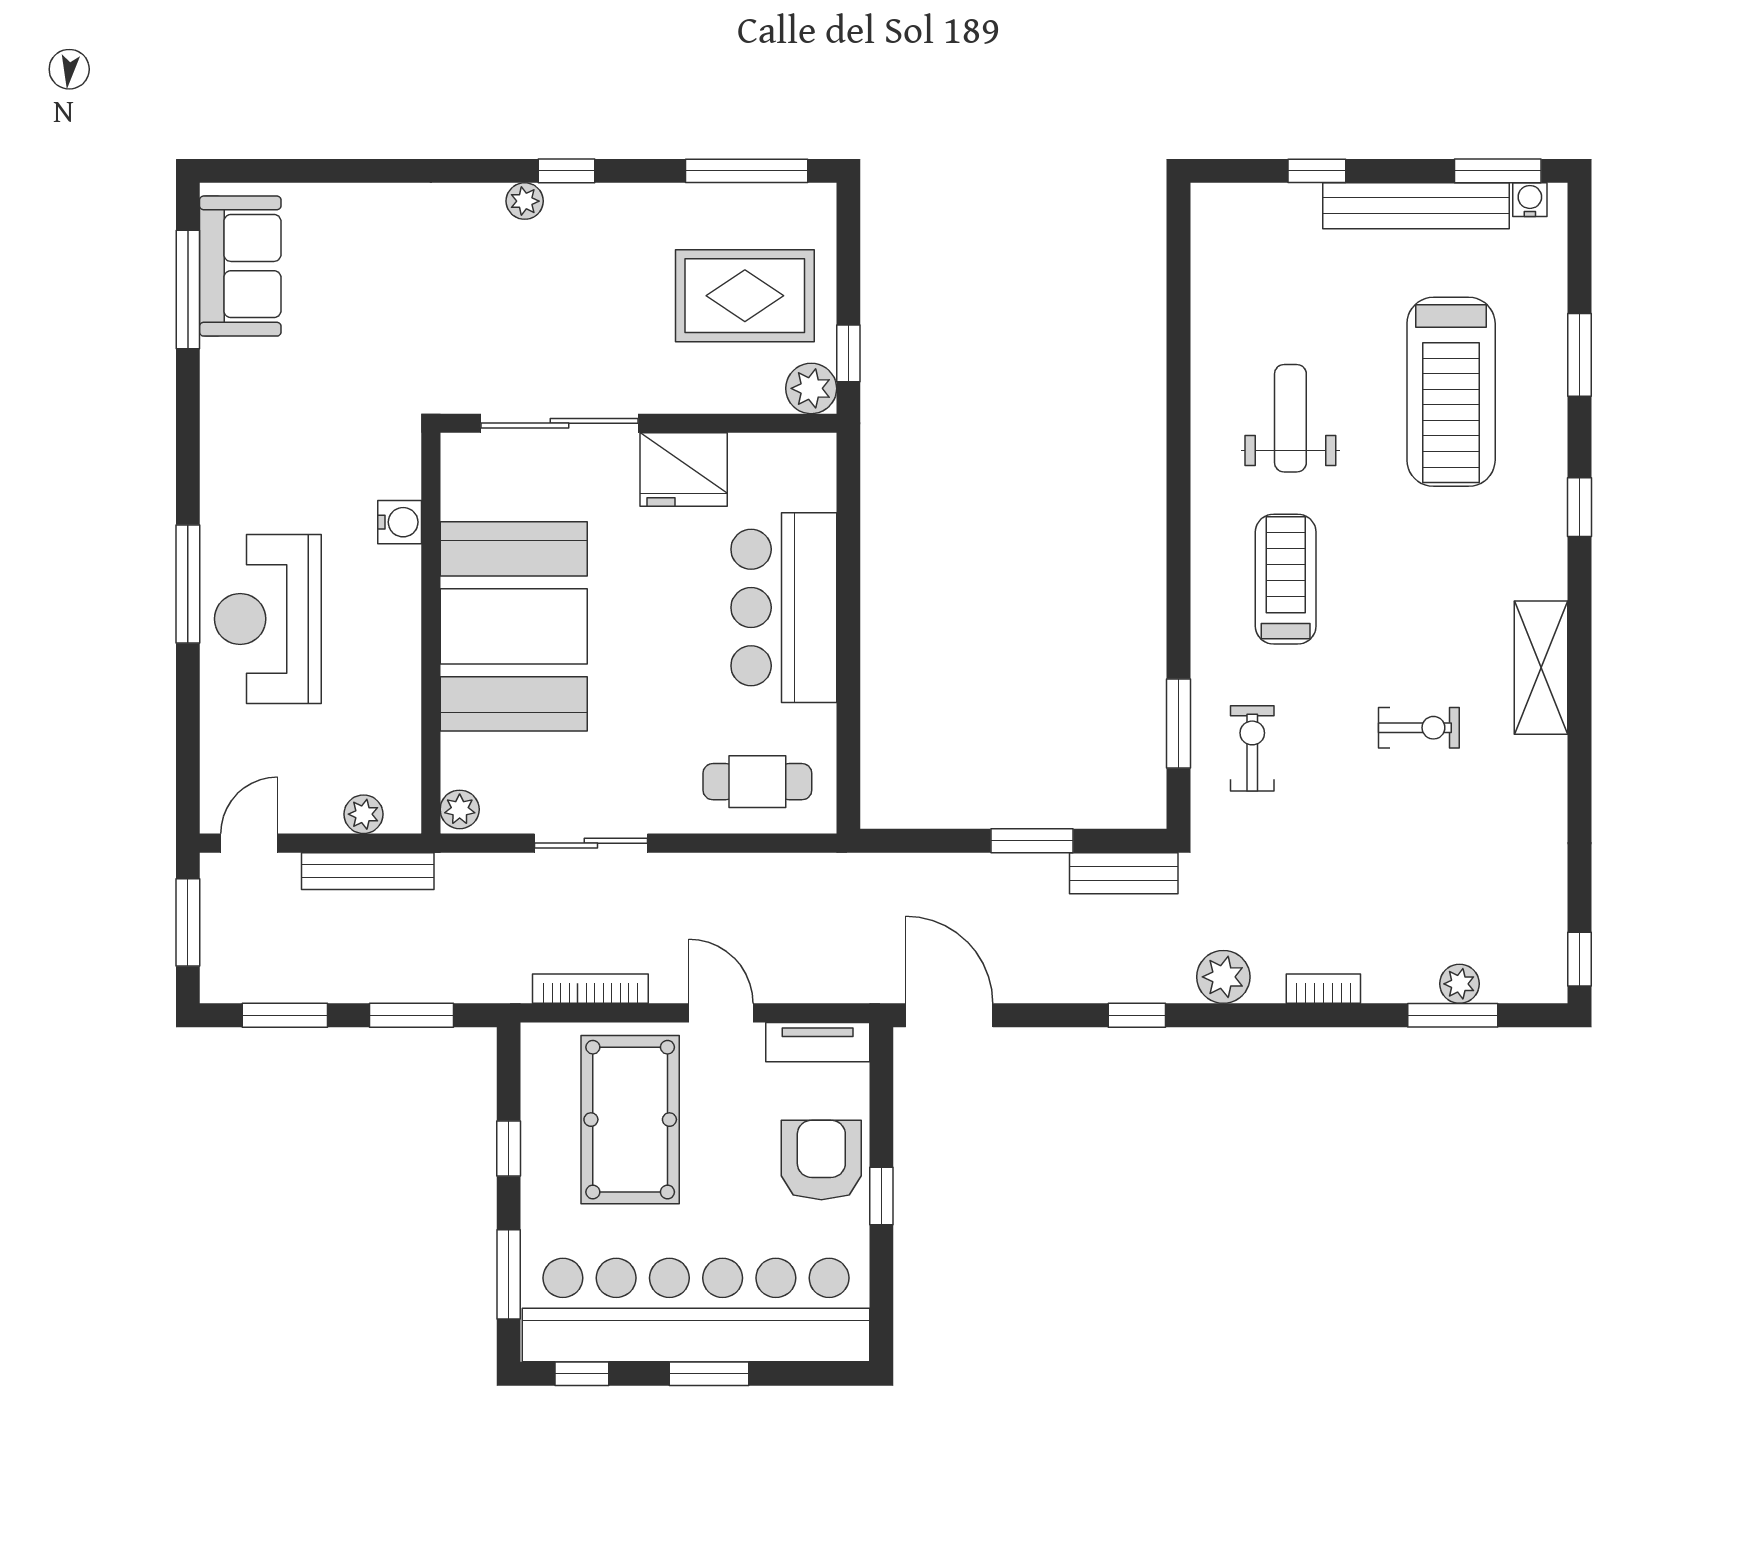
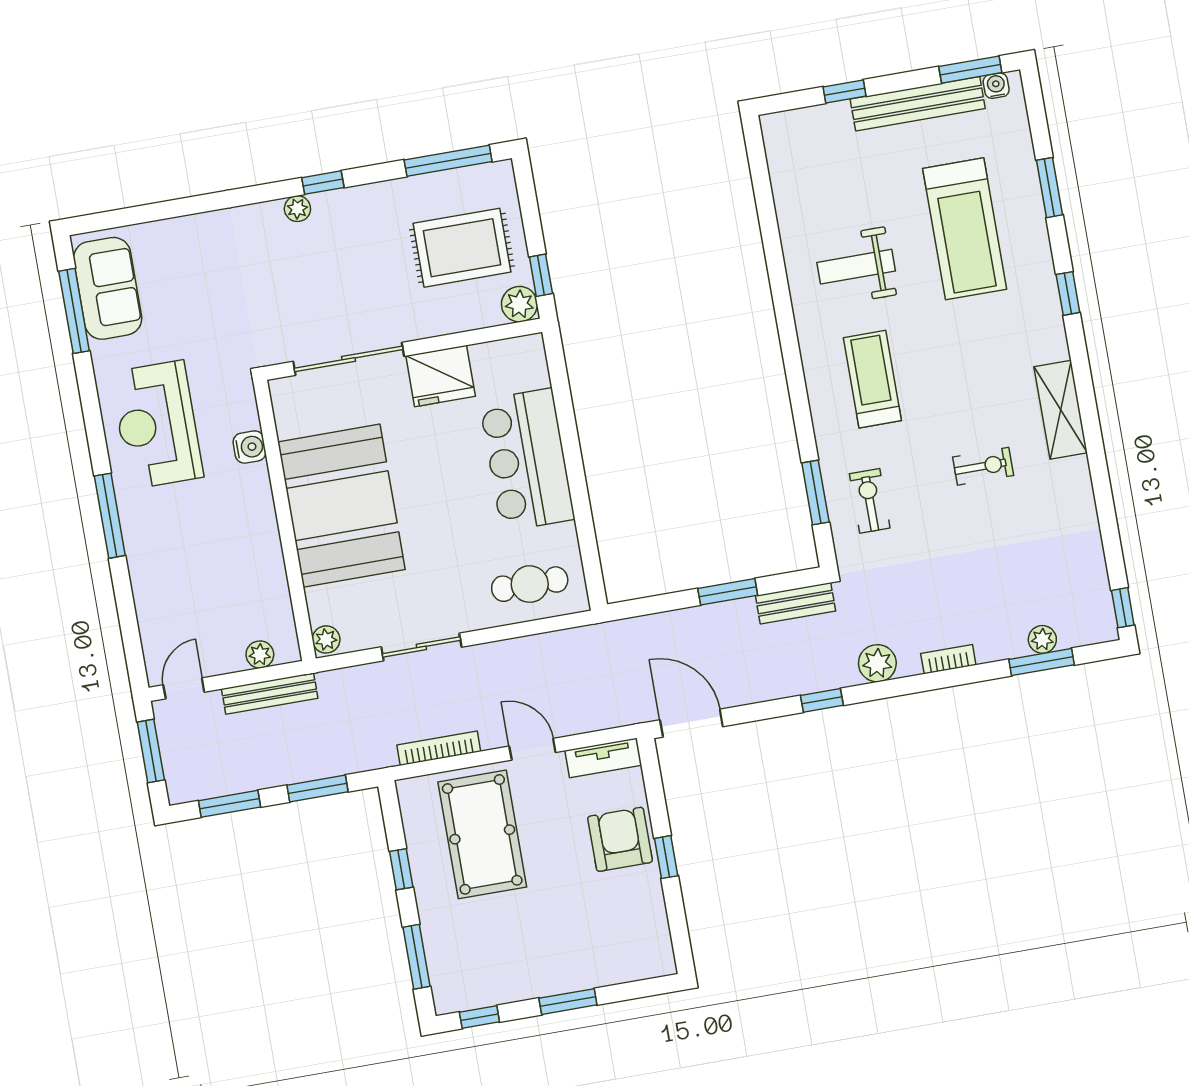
weight bench: (1290, 418) -> (856, 267), turned -90
reception desk: (268, 619) -> (157, 425), moved
bar counter: (696, 1310) -> (551, 959), removed

